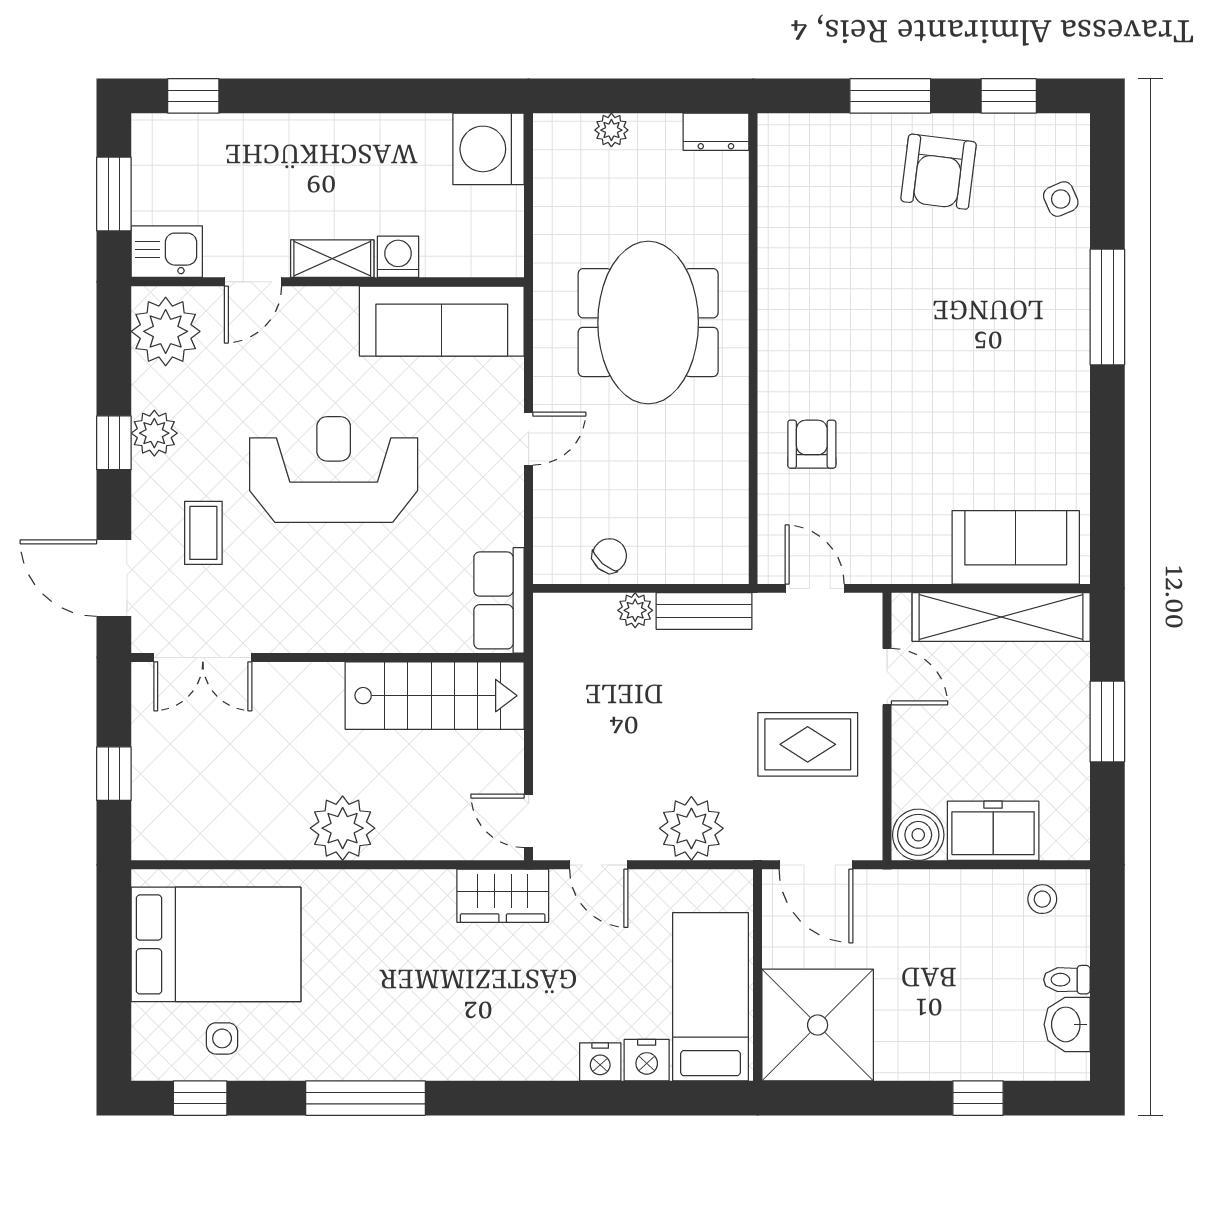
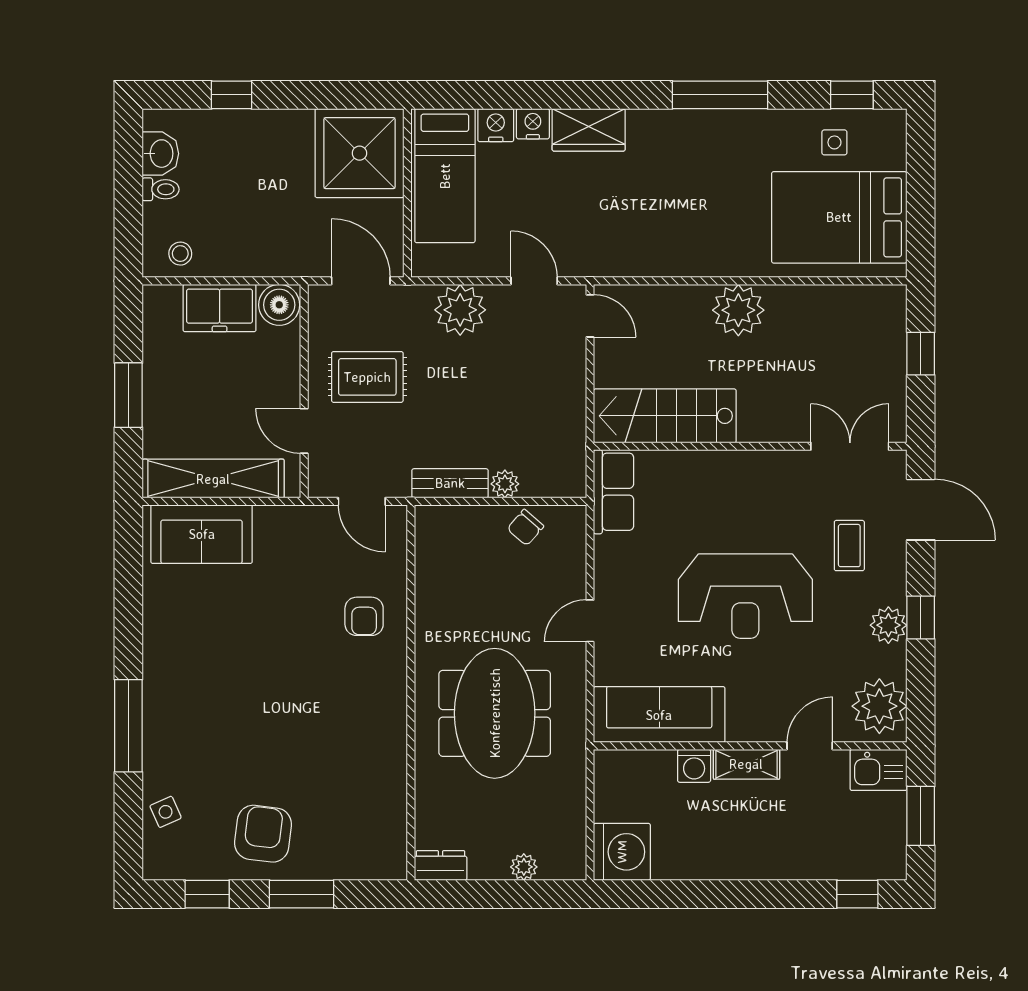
wardrobe: (503, 896) -> (589, 130), moved, turned 180

